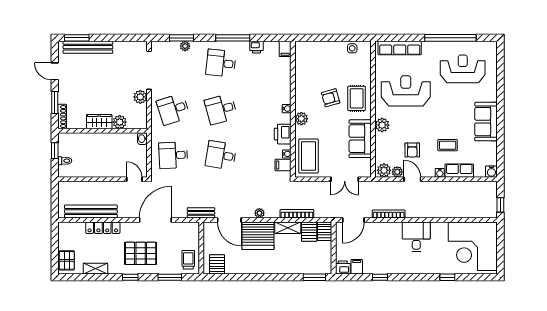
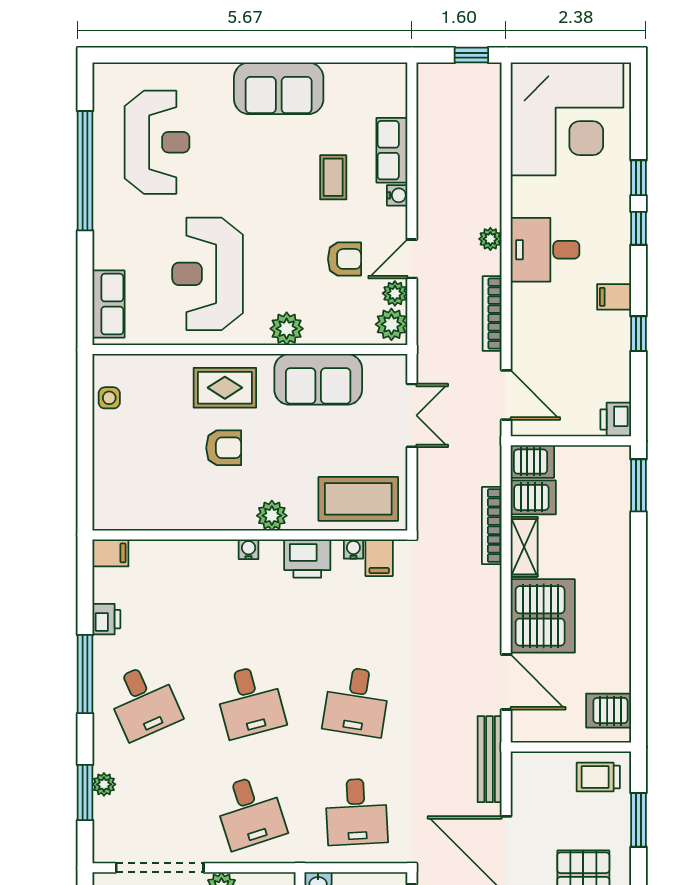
row of seats: (400, 48) -> (108, 304), width x0.68
desk: (221, 63) -> (143, 701), turned -30
reception desk: (463, 69) -> (157, 142), turned 180
armchair: (331, 98) -> (224, 448), turned -74
water cooler: (491, 172) -> (394, 76), removed
bench: (201, 213) -> (490, 759), width x1.36
plant: (260, 213) -> (490, 239), moved
door: (229, 220) -> (506, 682), hinge flipped
filing cabinet: (357, 267) -> (614, 297), moved
window: (426, 277) -> (639, 228), added

